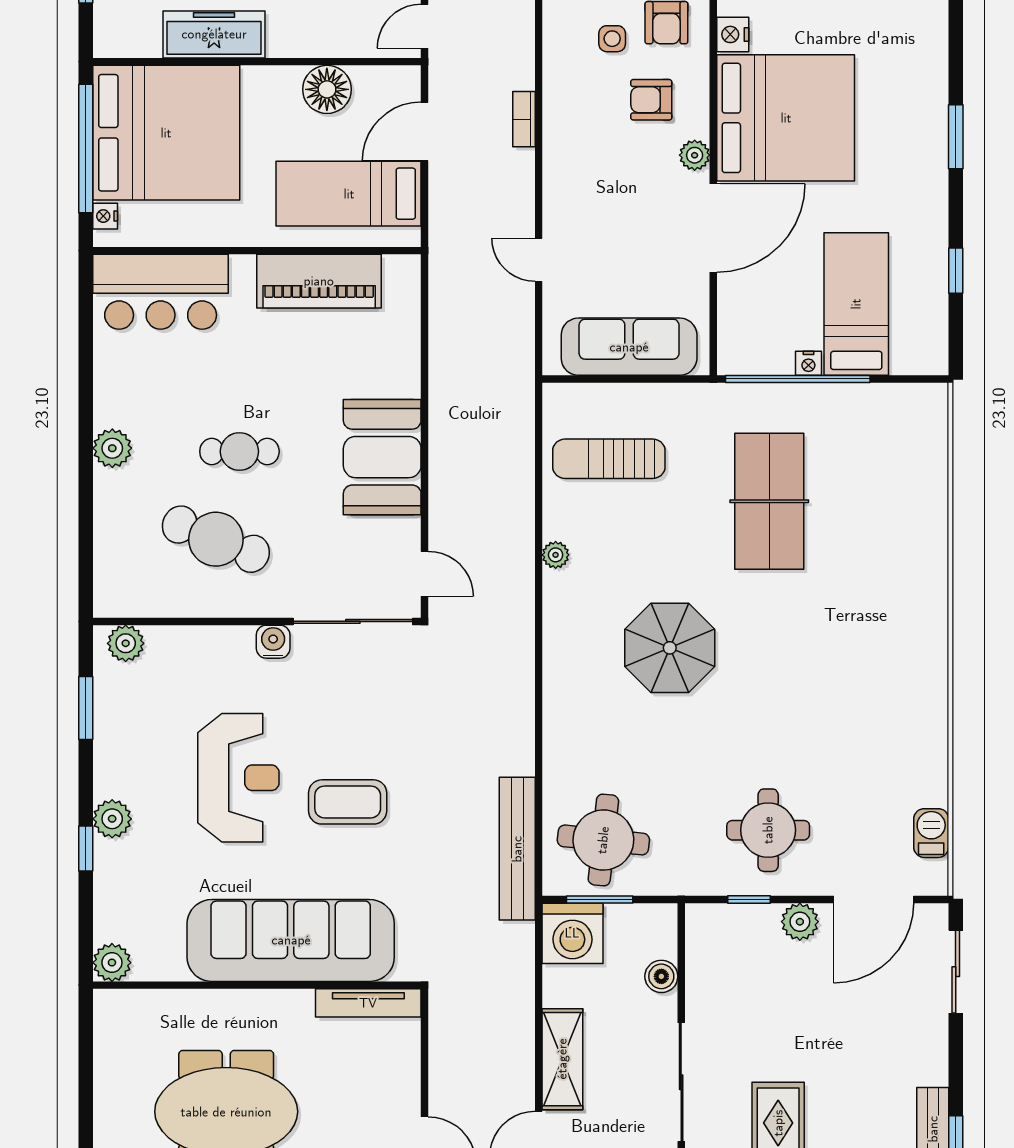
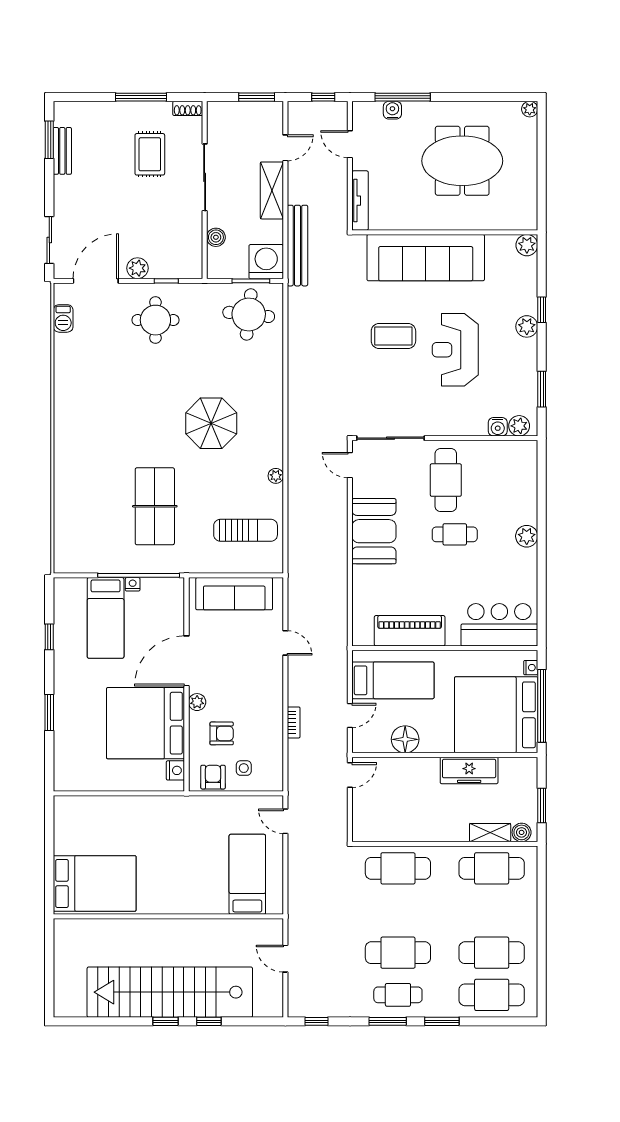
door: (425, 132) -> (350, 715), width x0.73
cafe table: (216, 539) -> (446, 480), moved, turned 68
water cooler: (273, 642) -> (498, 427), moved
bench: (517, 849) -> (297, 246), moved
tv unit: (368, 1003) -> (360, 201), moved, turned 90

